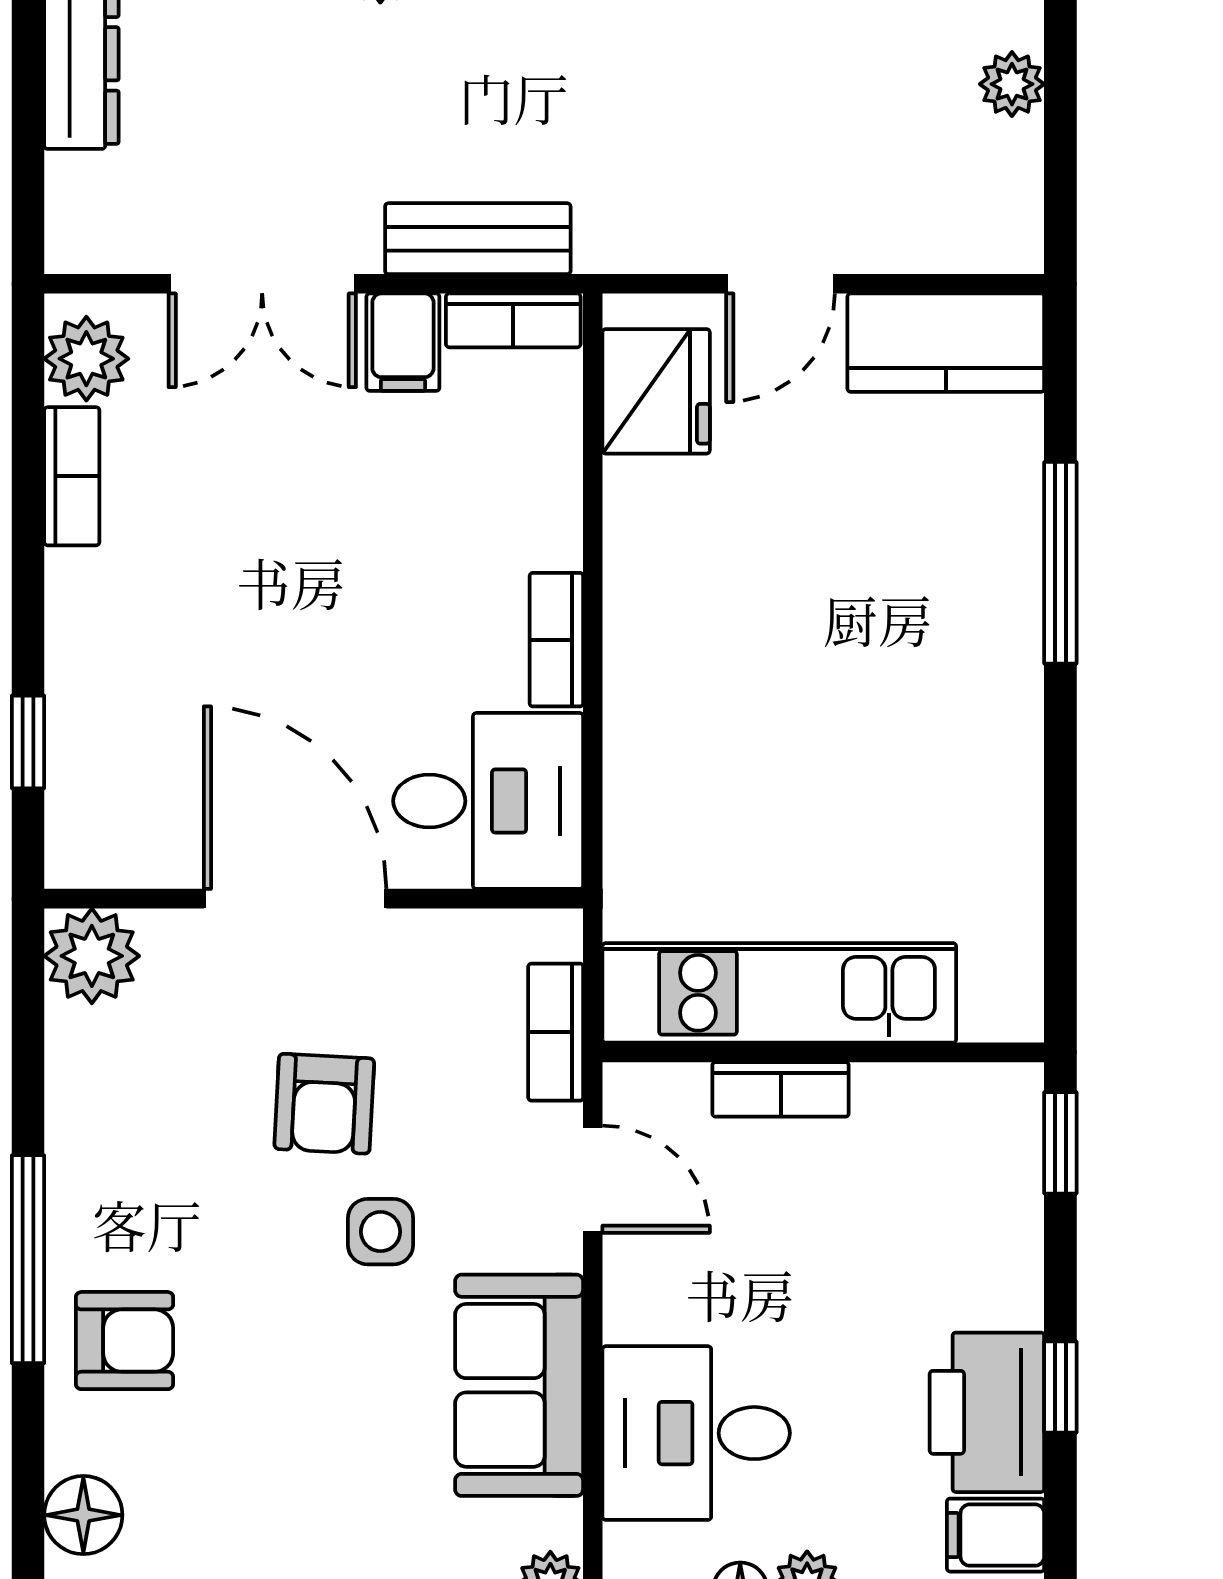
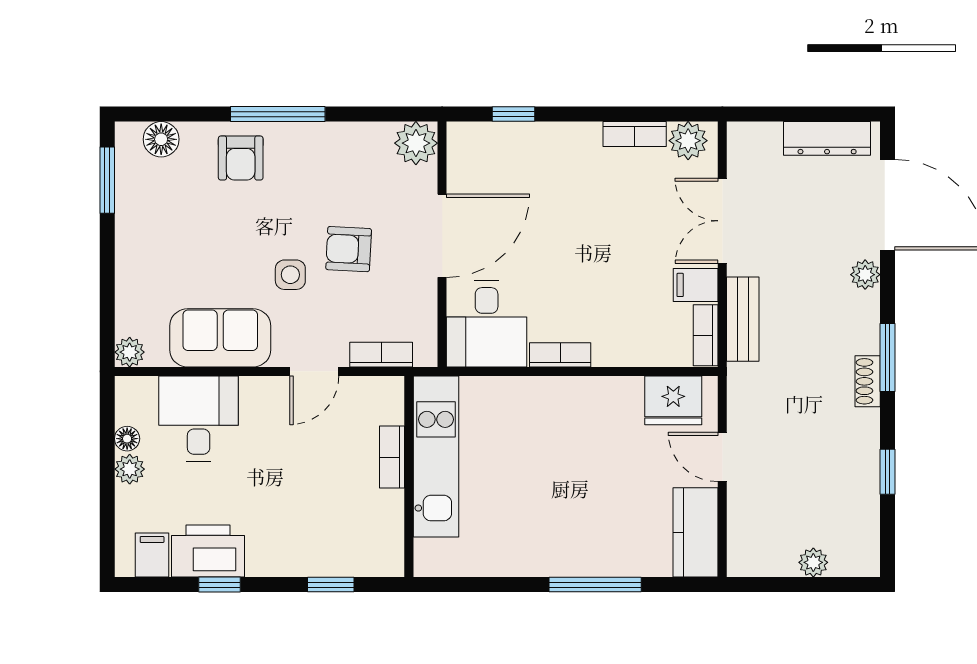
kitchen unit: (779, 993) -> (436, 456), moved
wall: (823, 1052) -> (409, 477), moved
bookcase: (781, 1089) -> (392, 457), moved

